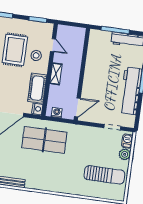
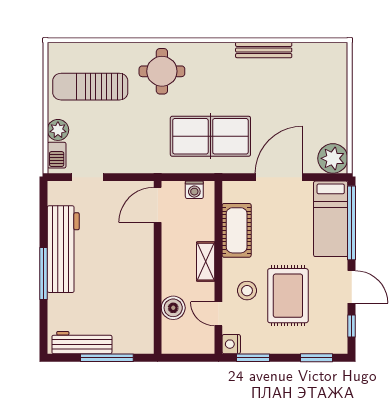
boiler: (77, 52) -> (173, 308), added
nightstand: (37, 109) -> (231, 344), moved
round table: (65, 178) -> (162, 71), added

